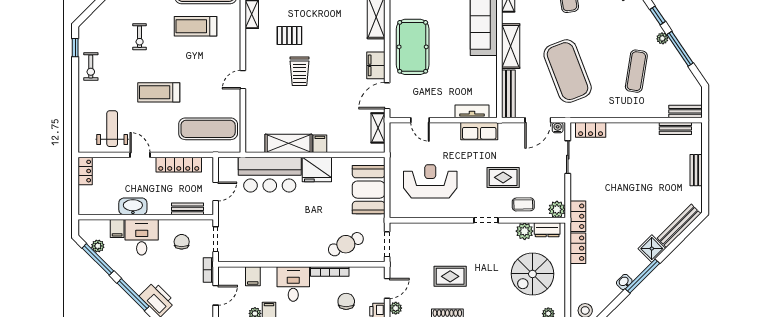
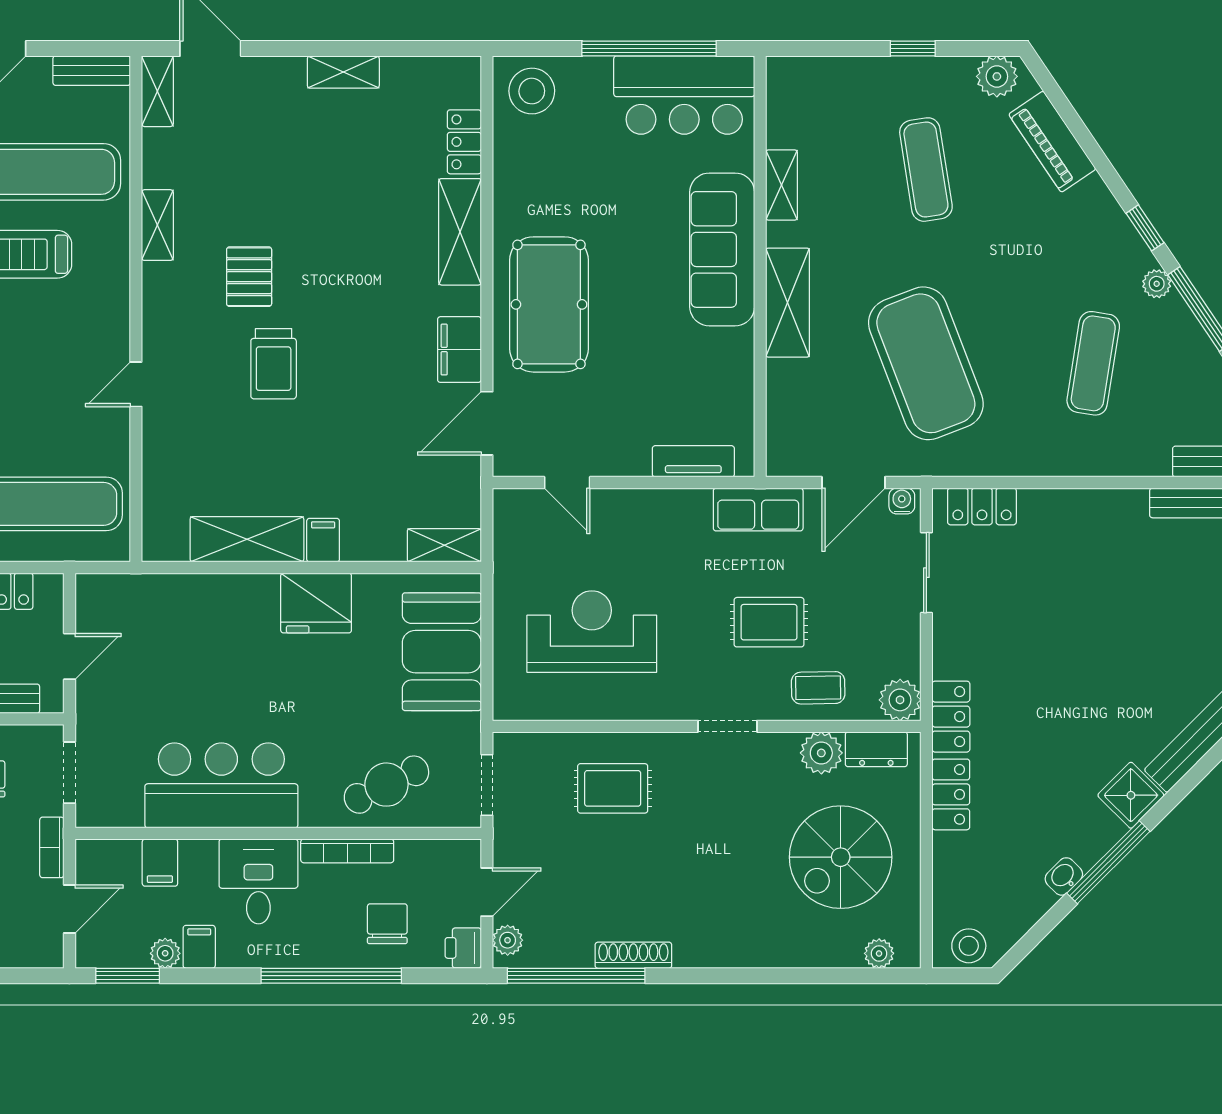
pallet: (289, 35) -> (249, 277), turned 90
bench: (508, 94) -> (782, 419), removed
shelving: (378, 128) -> (444, 545), moved, turned 90
row of seats: (479, 131) -> (758, 510), moved
bar counter: (270, 175) -> (221, 785), moved, turned 180
rug: (450, 276) -> (613, 788), moved

